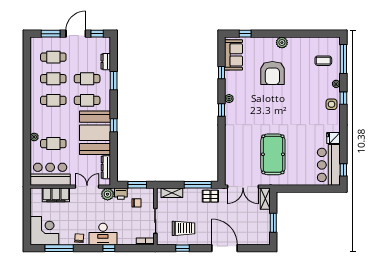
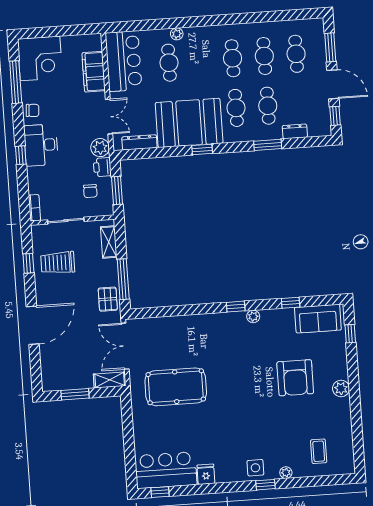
window: (343, 59) -> (323, 481), removed
armchair: (272, 73) -> (295, 378), turned -90
trolley: (183, 228) -> (58, 263), turned 90

